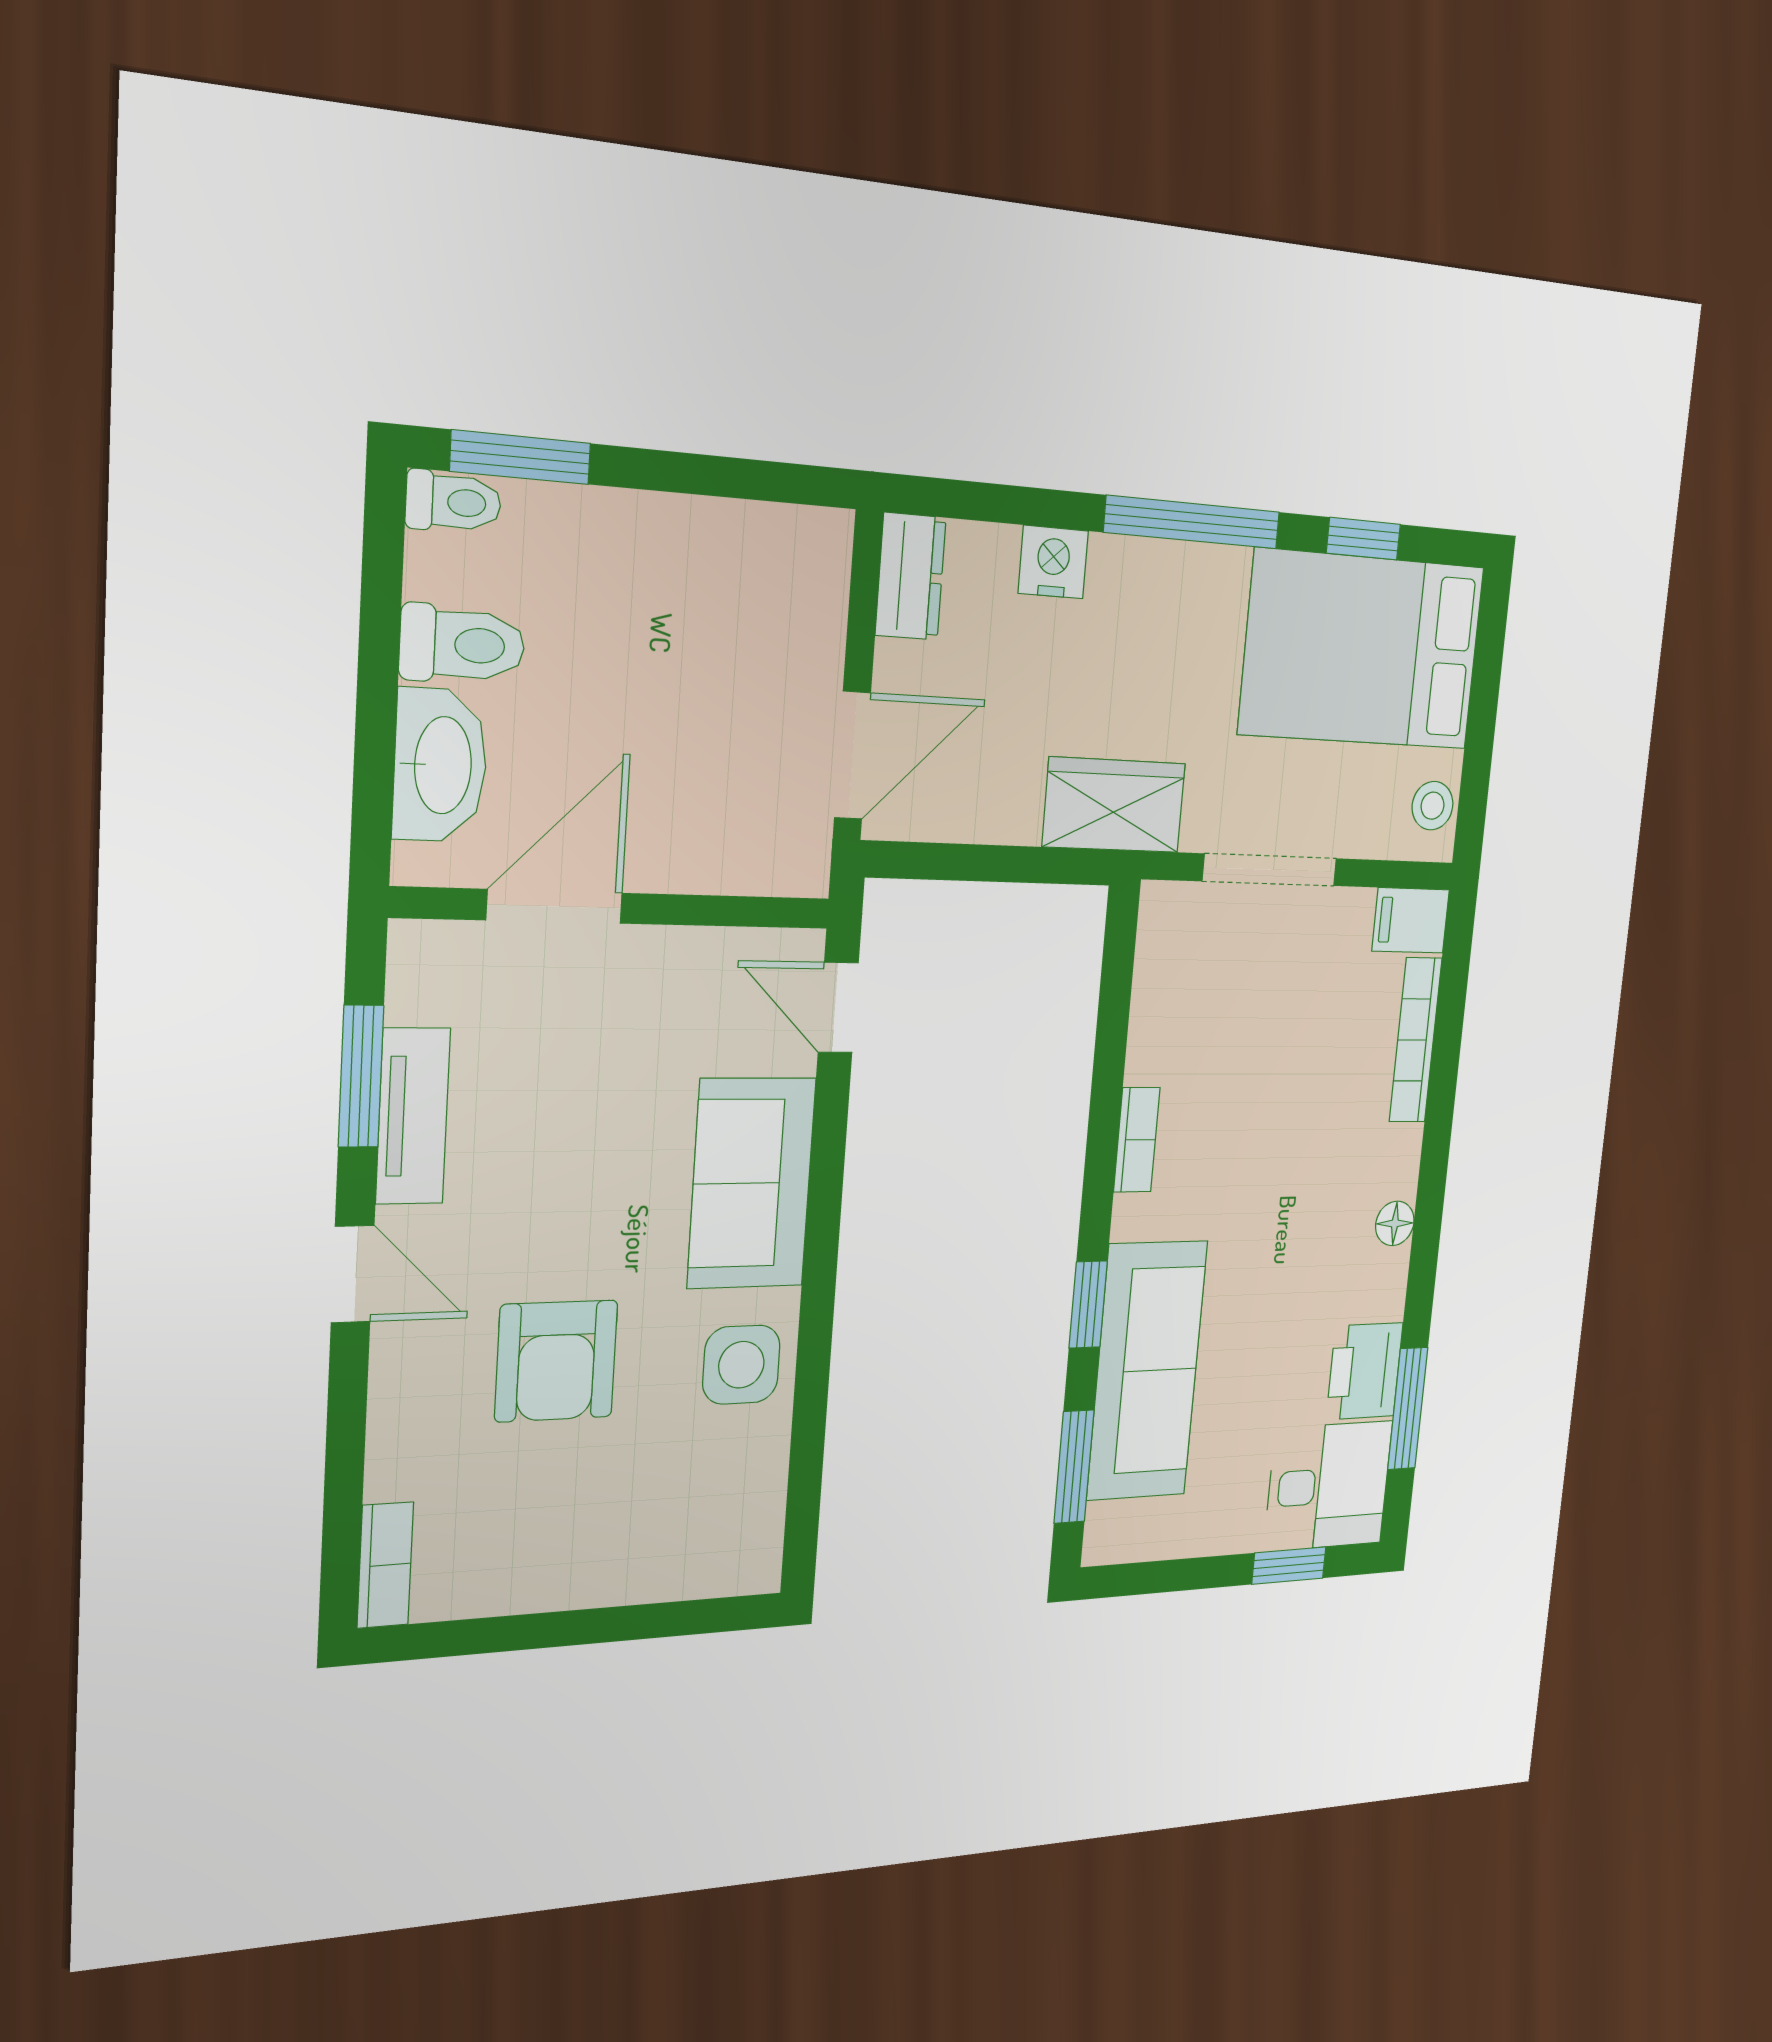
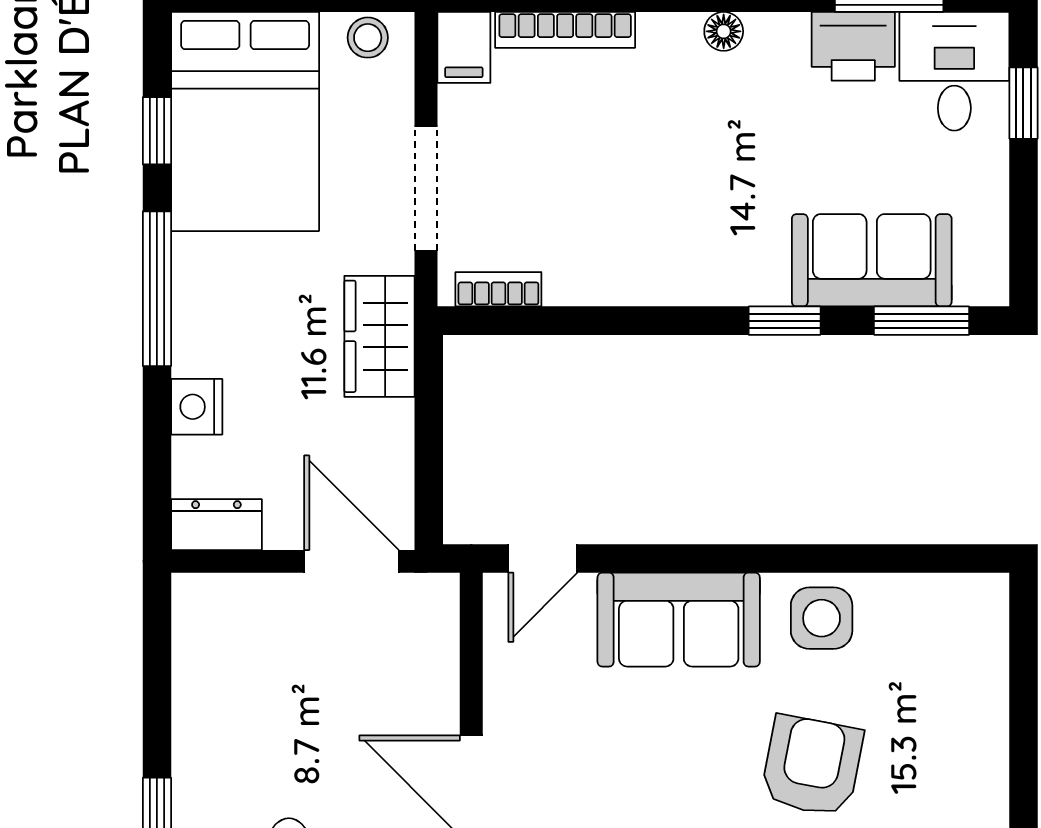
bookcase: (1137, 1140) -> (498, 289), moved
armchair: (556, 1361) -> (812, 766), turned -79
sofa: (1147, 1371) -> (872, 260), width x0.73

